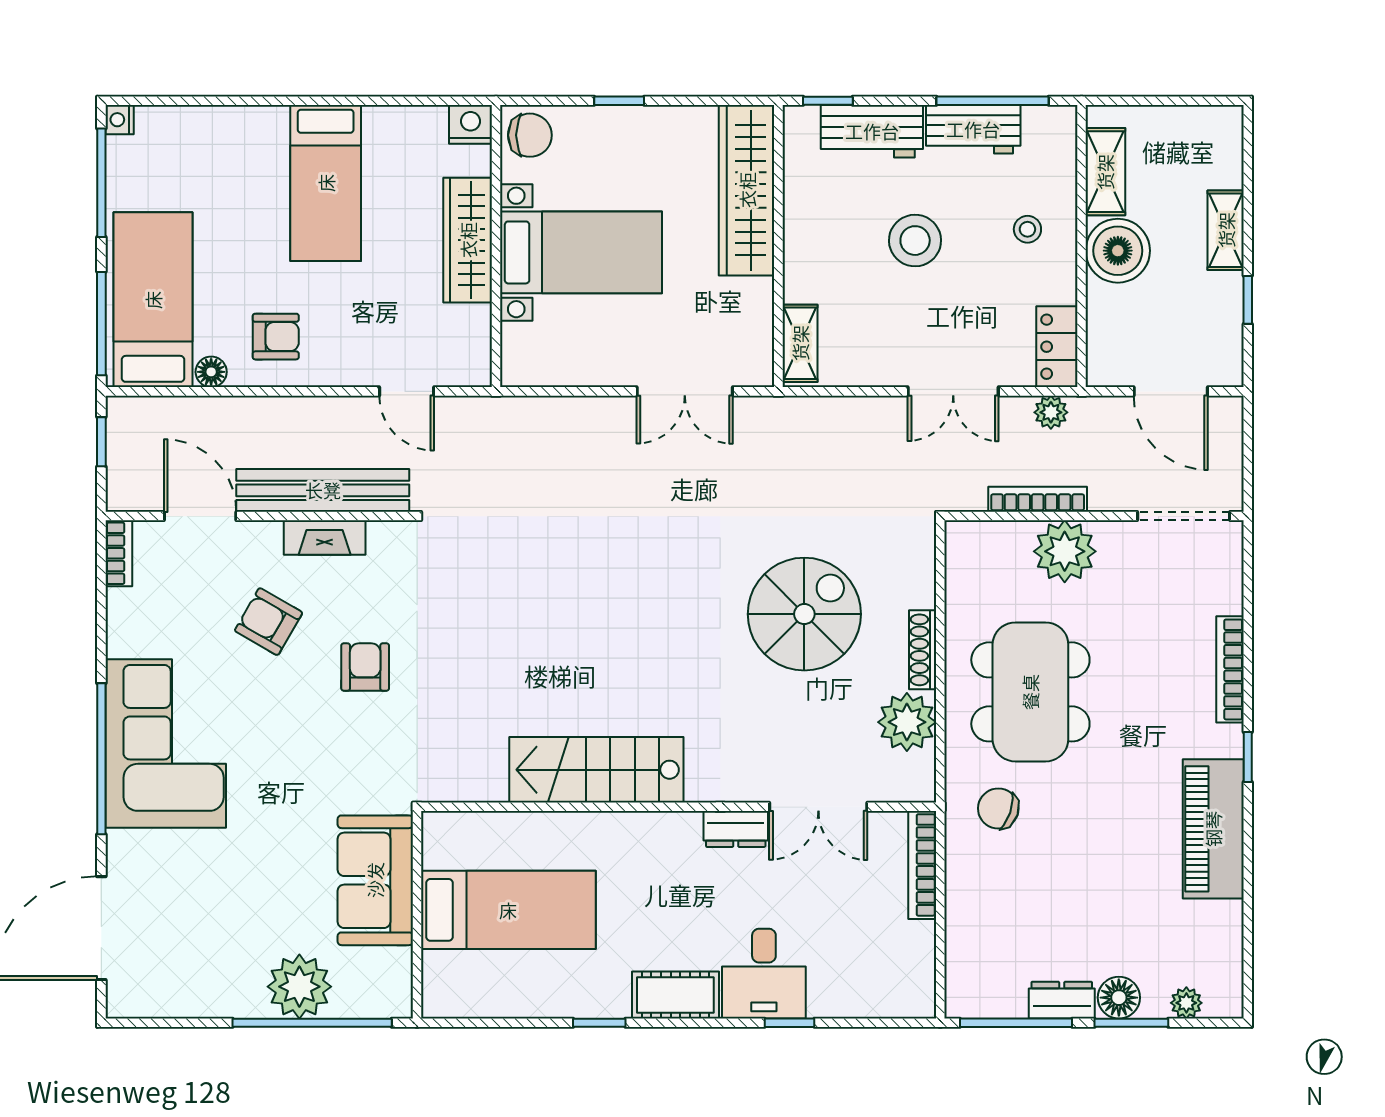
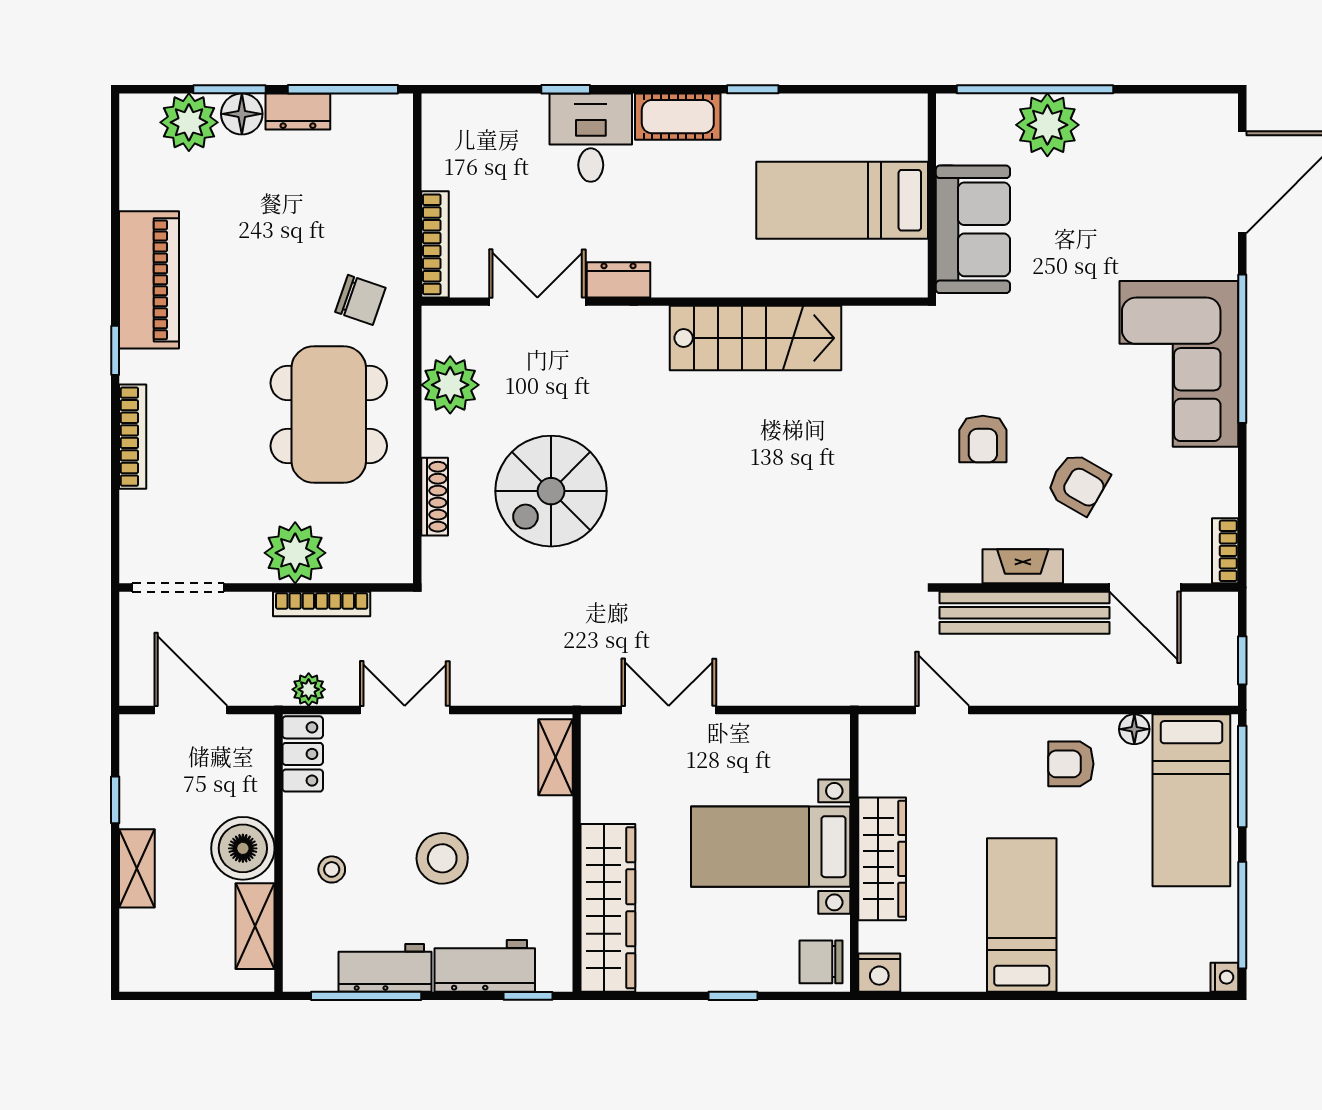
shoe rack: (923, 650) -> (435, 497), moved
plant: (1186, 1003) -> (189, 122), width x1.88, depth x1.88

